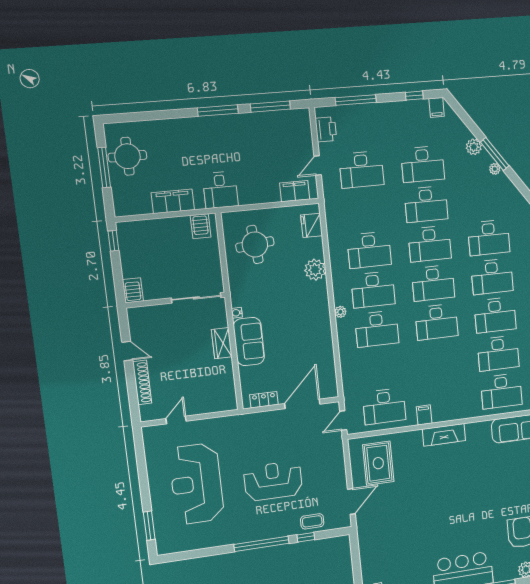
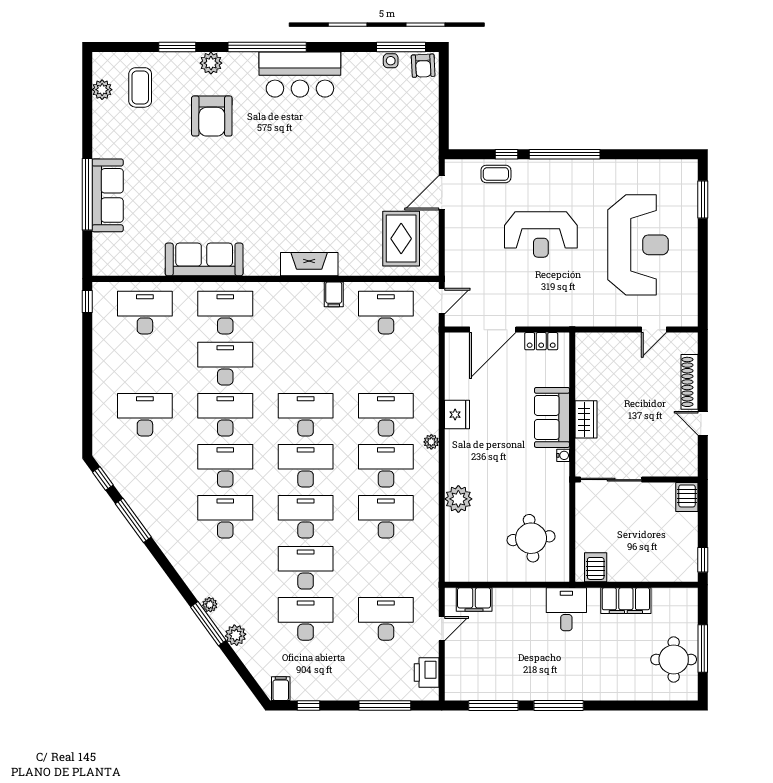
fridge: (312, 225) -> (457, 415), moved

